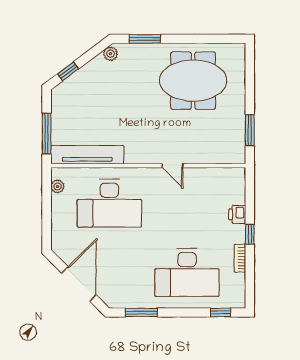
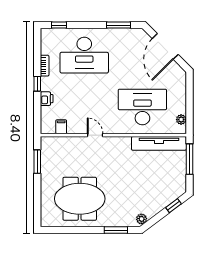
filing cabinet: (218, 177) -> (61, 127), added
desk: (187, 272) -> (84, 55), turned 180

